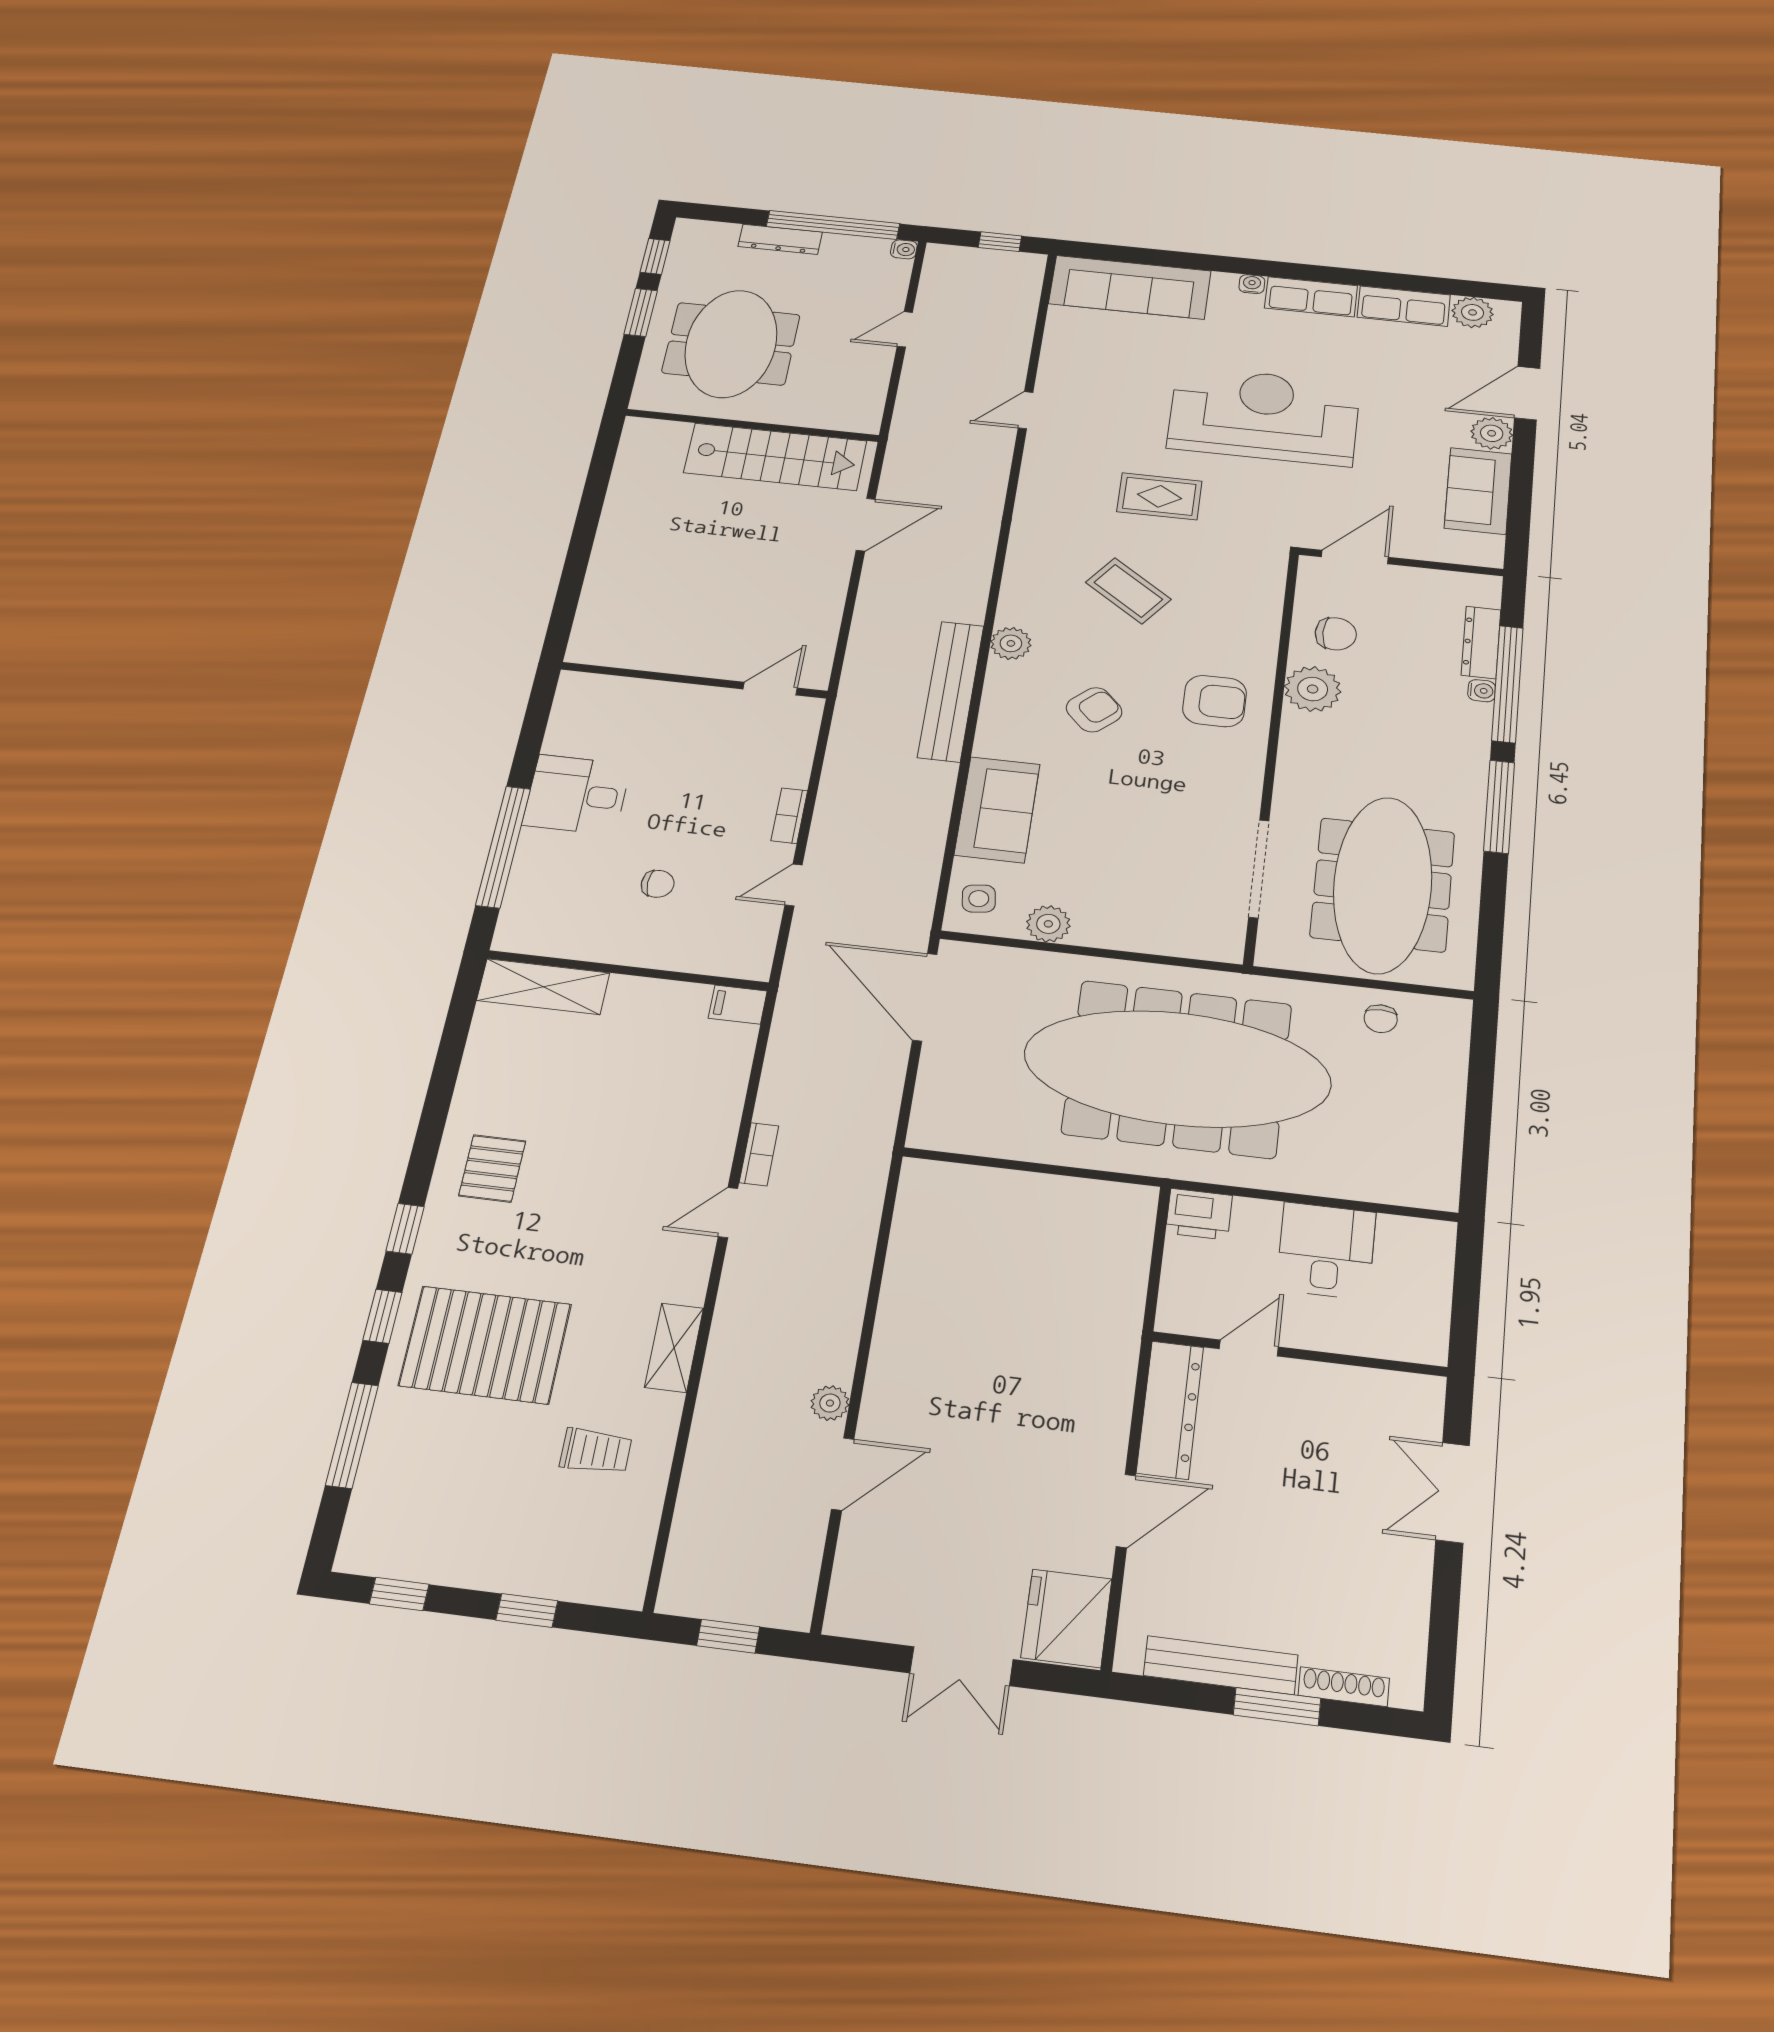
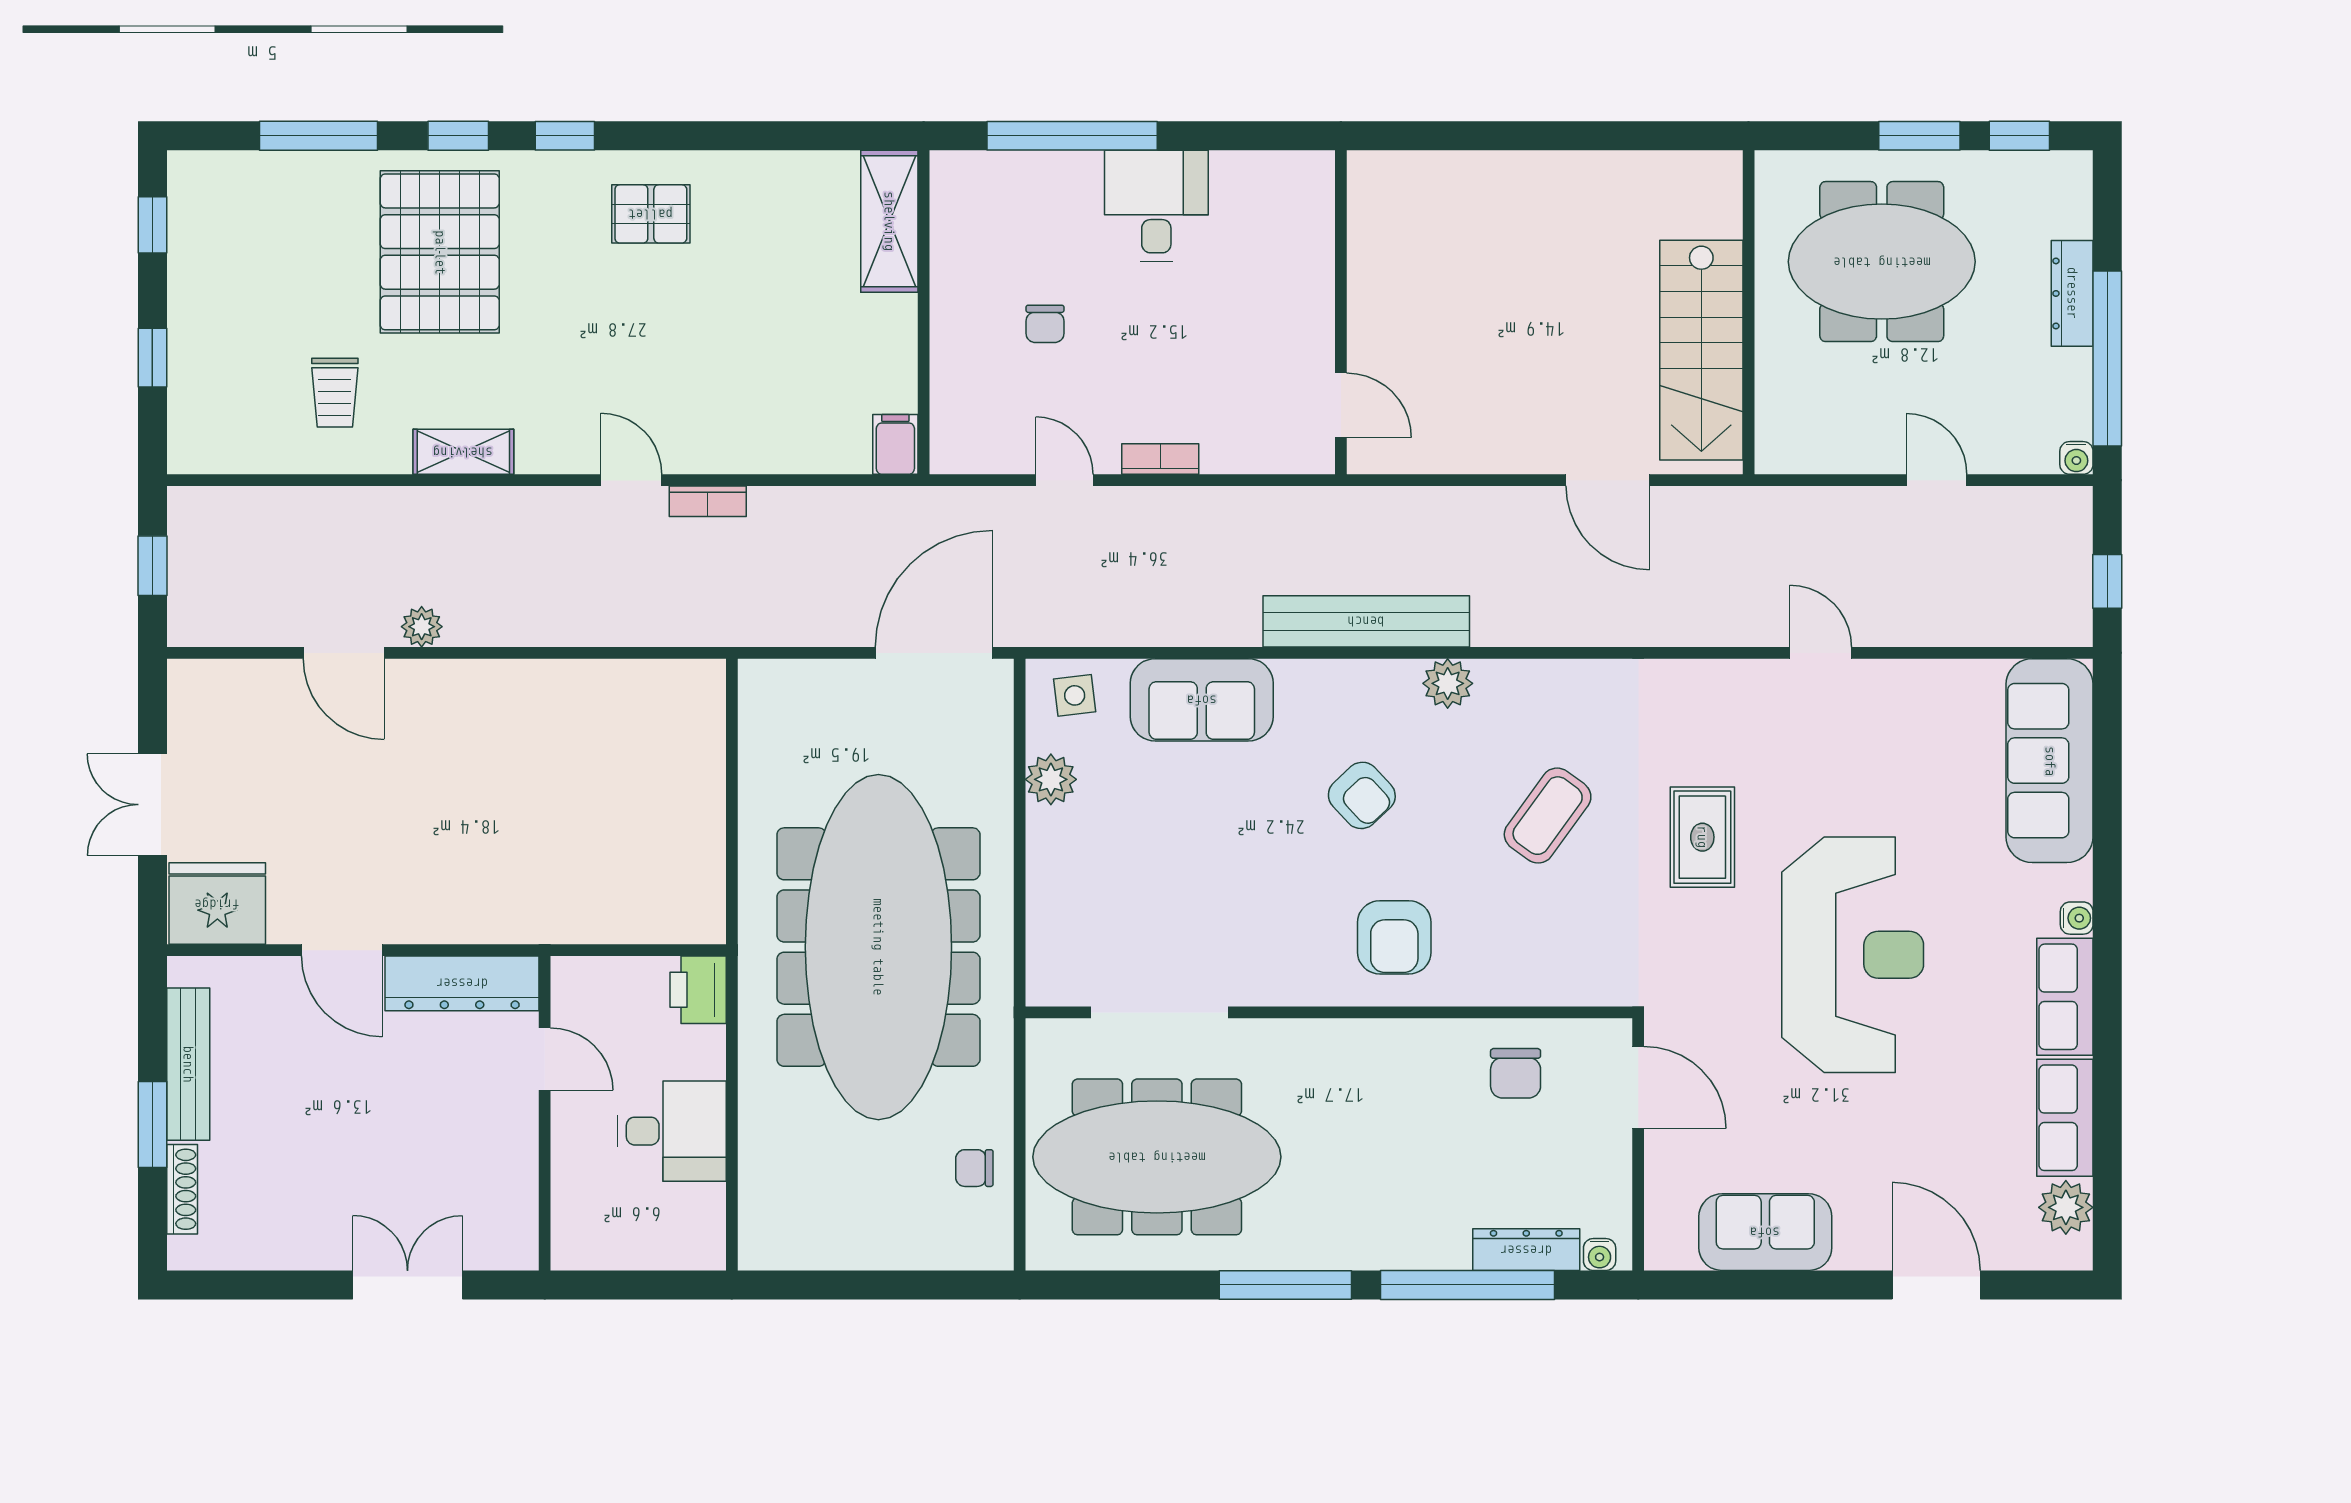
plant: (1492, 433) -> (1862, 1244), removed
plant: (1313, 689) -> (1428, 1053), removed
water cooler: (1482, 691) -> (1600, 1254), moved

